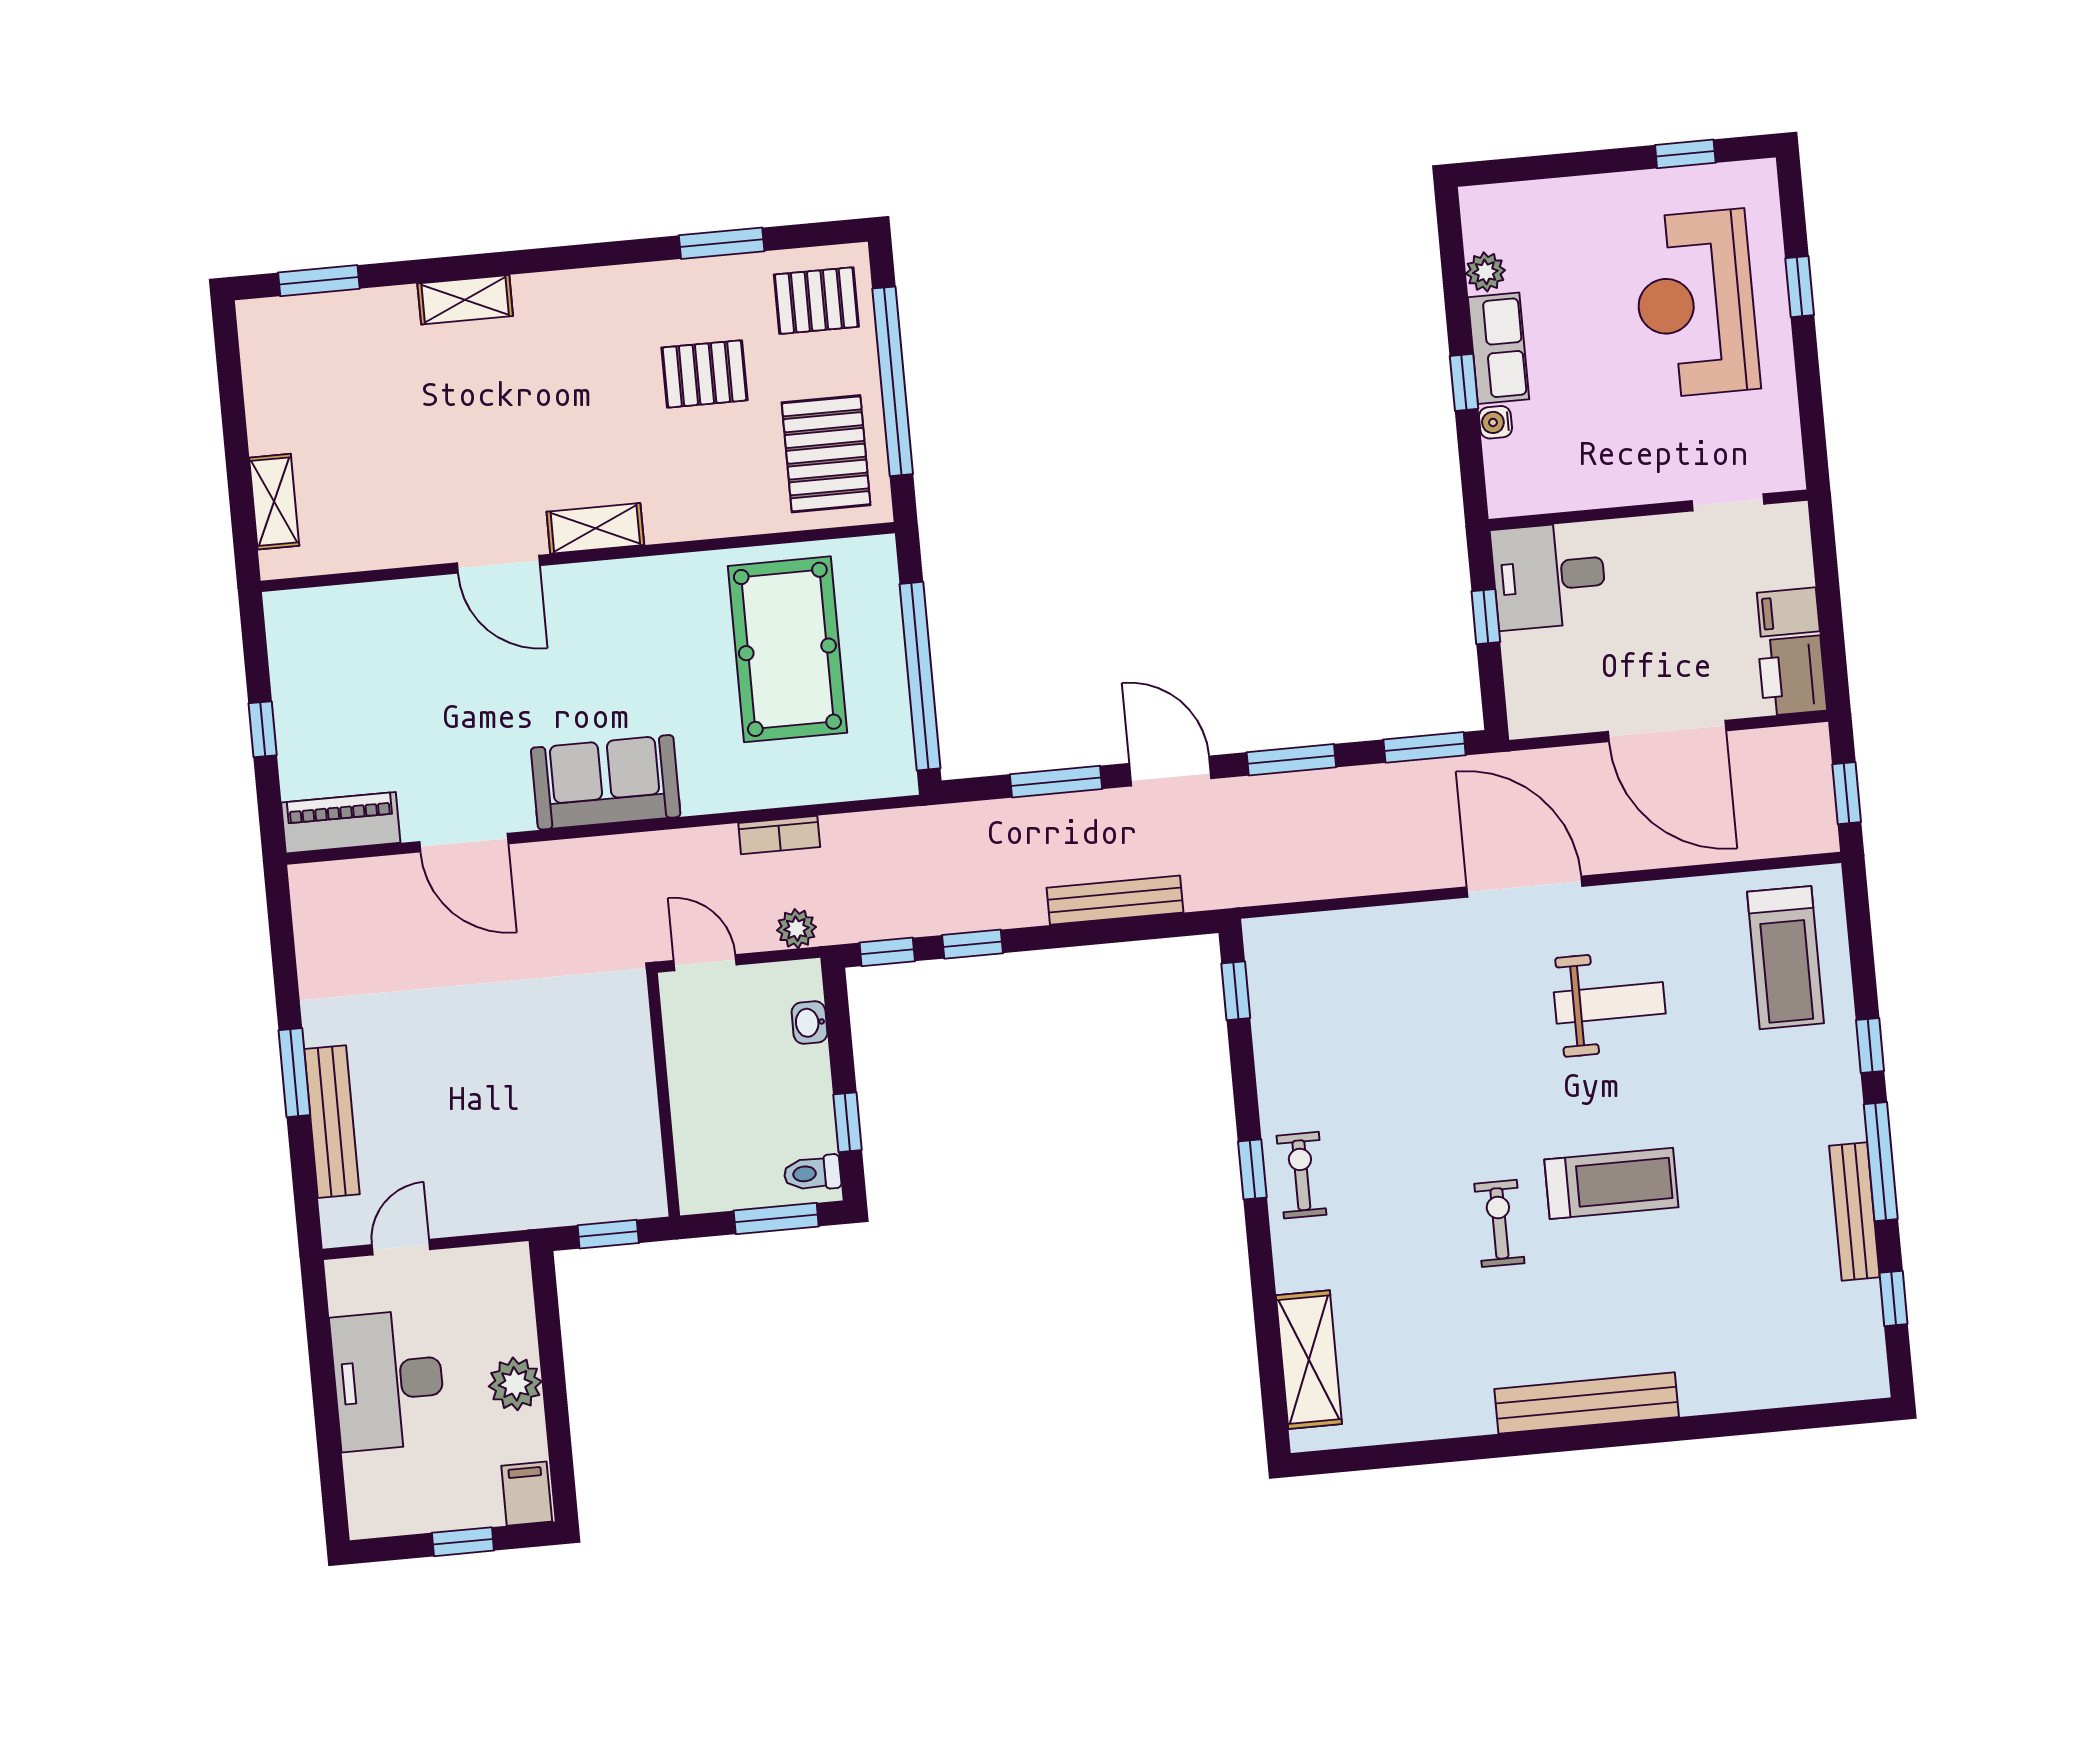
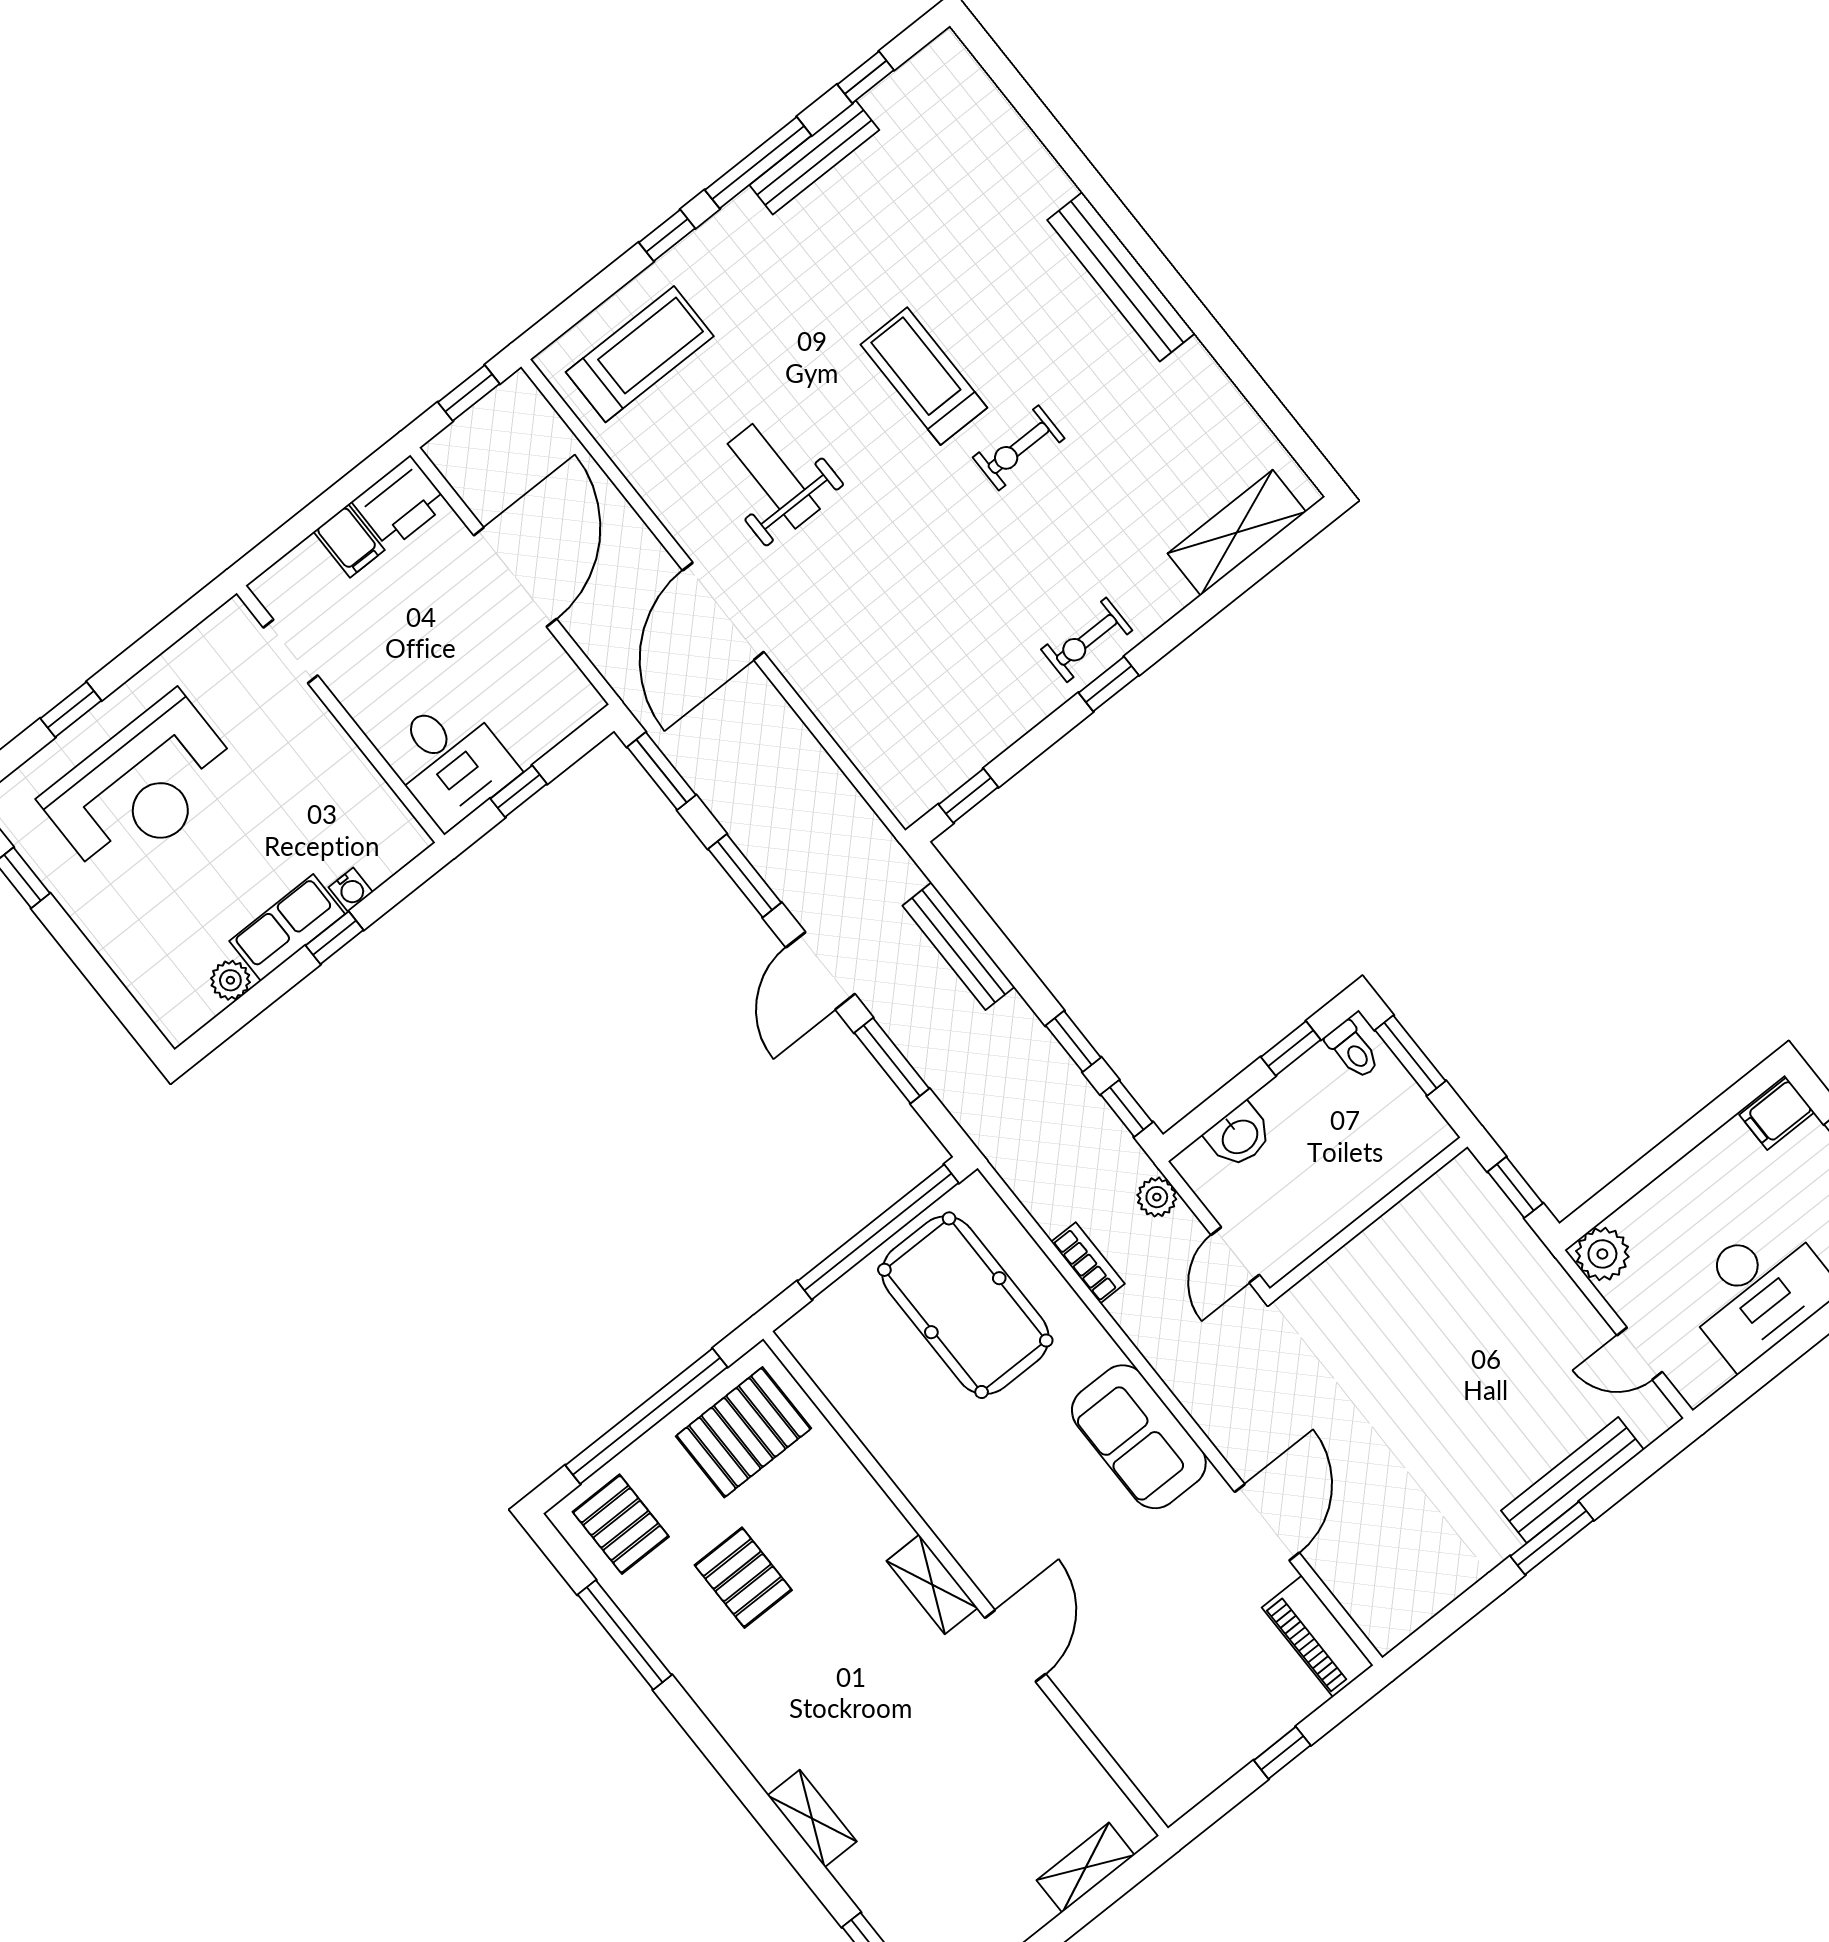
window: (722, 243) -> (625, 1635), width x1.44
pool table: (787, 649) -> (965, 1305), moved, turned 90
washbasin: (810, 1023) -> (1239, 1136), width x1.38, depth x1.45
plant: (515, 1384) -> (1602, 1254), moved

